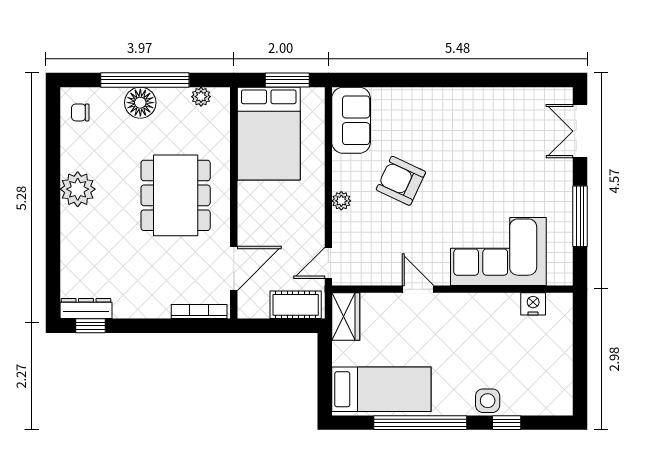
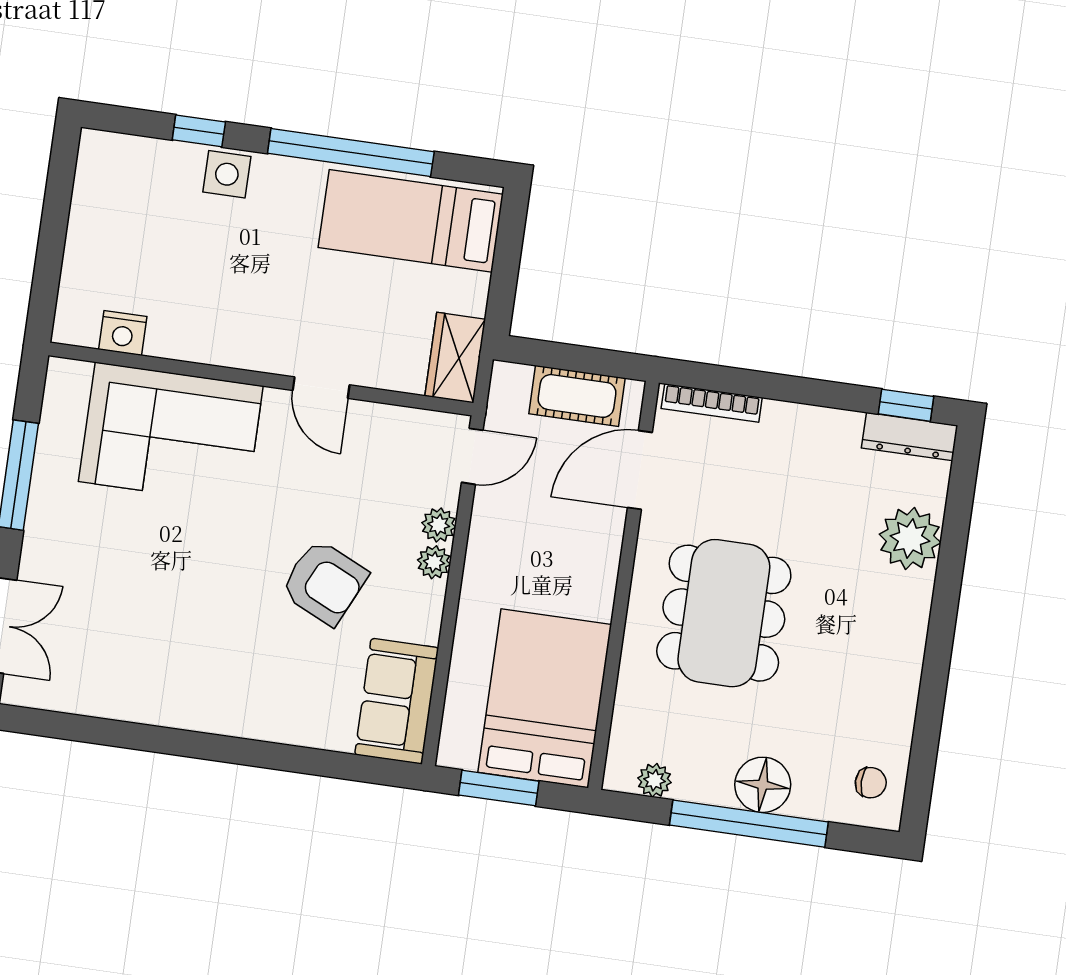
plant: (78, 189) -> (910, 538), moved
plant: (342, 222) -> (439, 525), added
cot: (296, 305) -> (577, 396), moved

